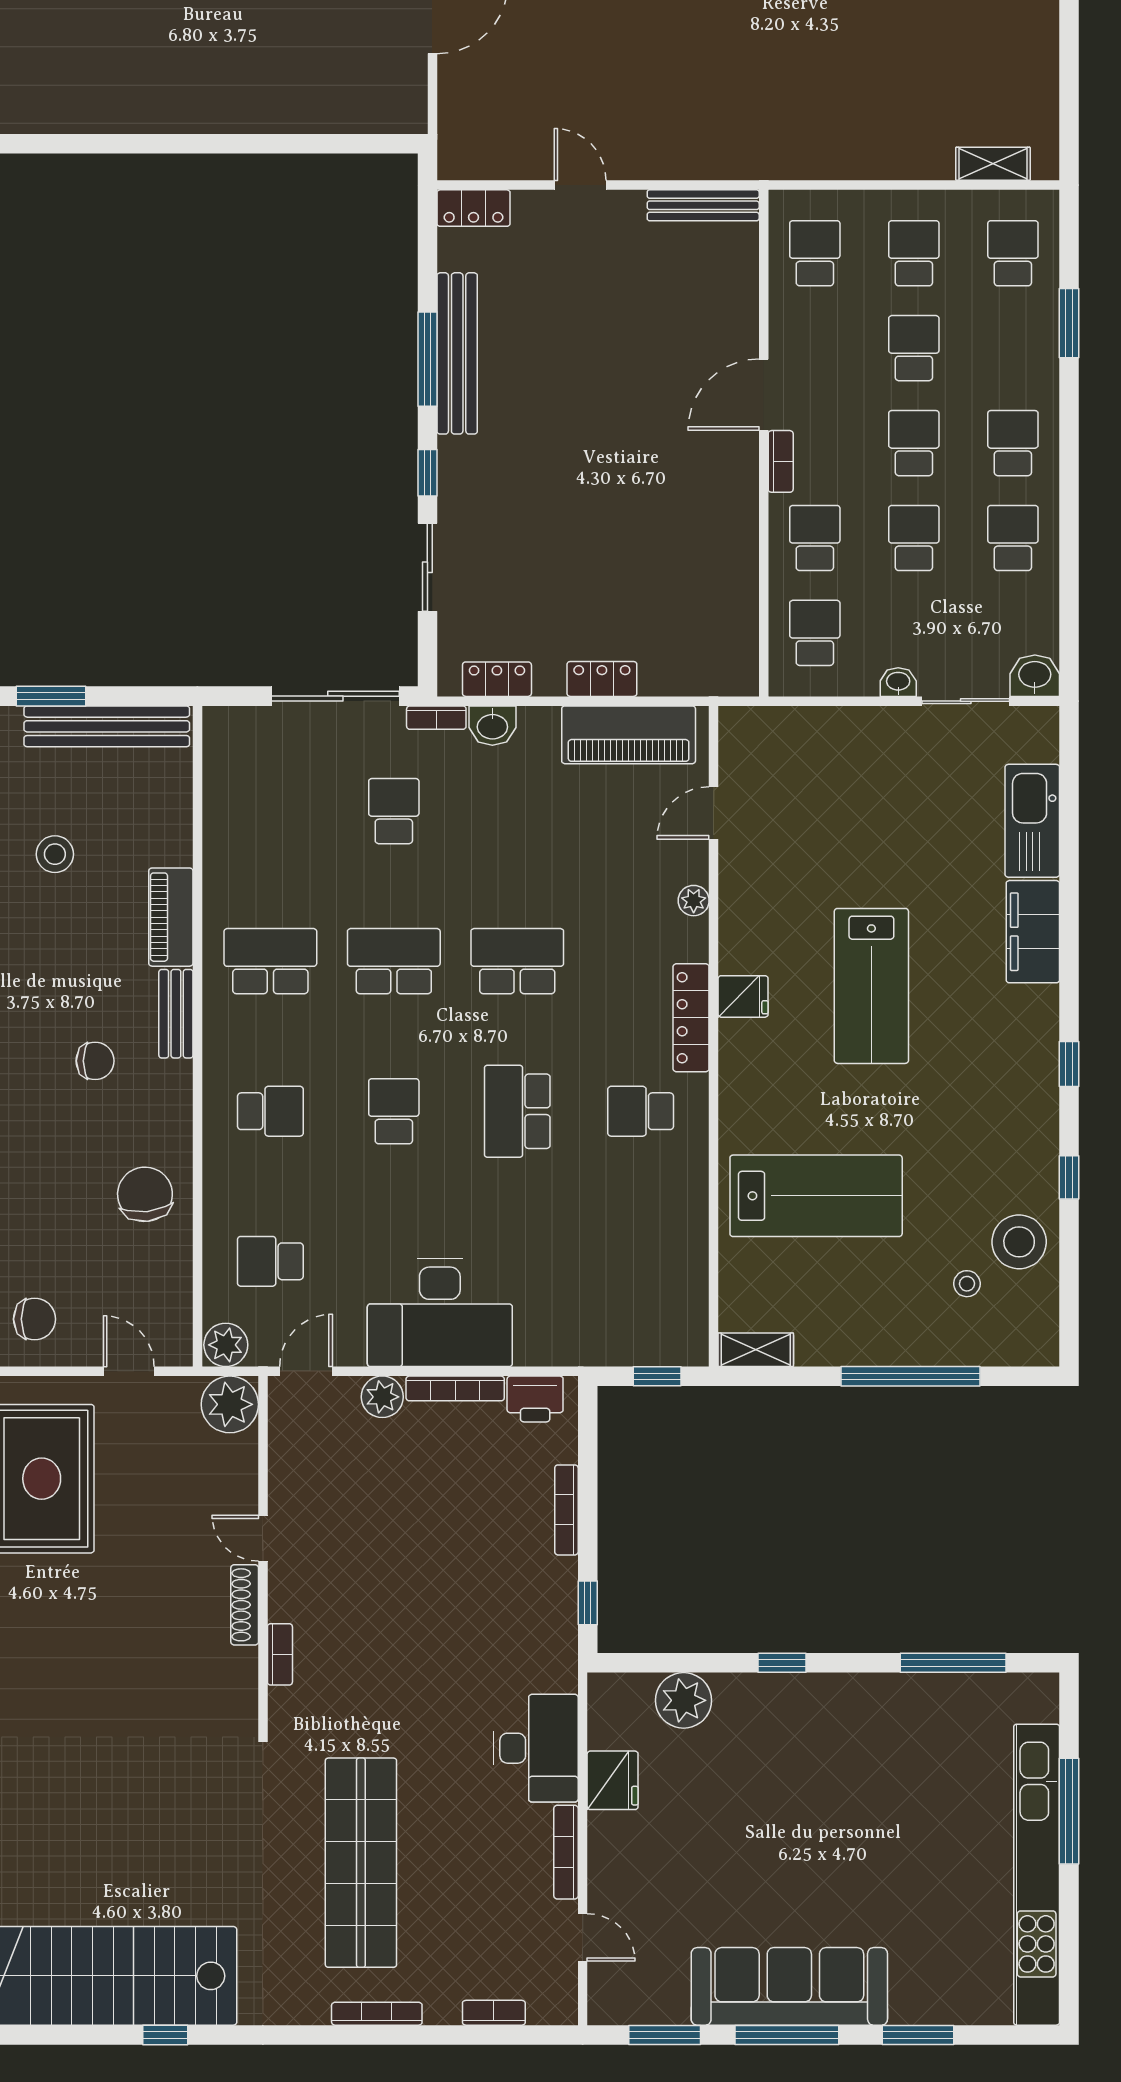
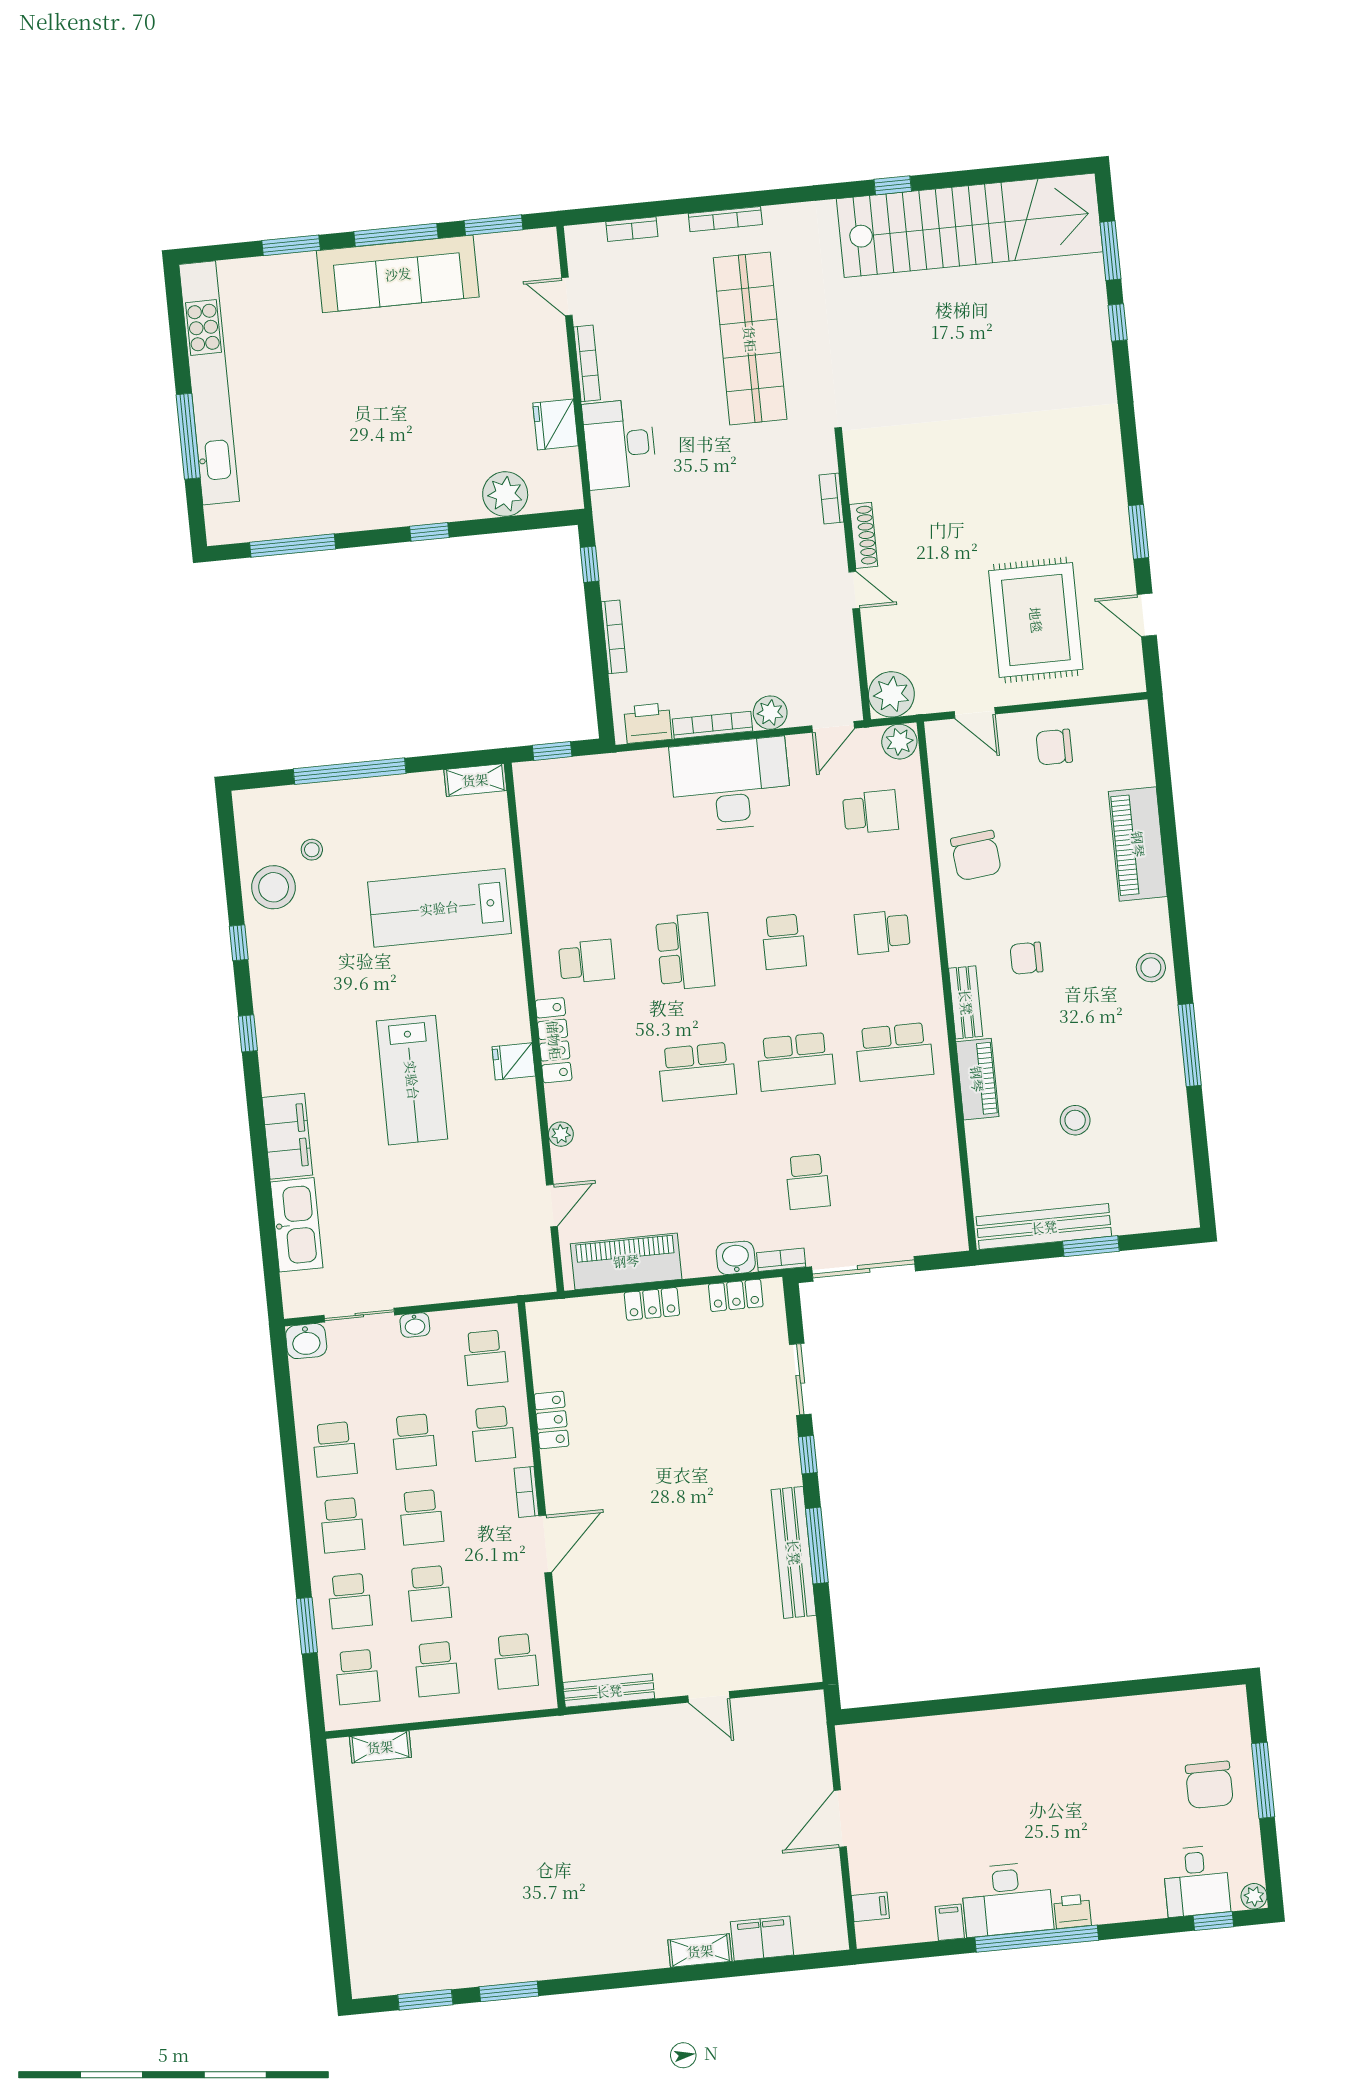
locker: (473, 208) -> (552, 1420), moved, turned 90
school desk: (1013, 348) -> (350, 1601), added
lab bench: (871, 986) -> (412, 1080), turned 180

